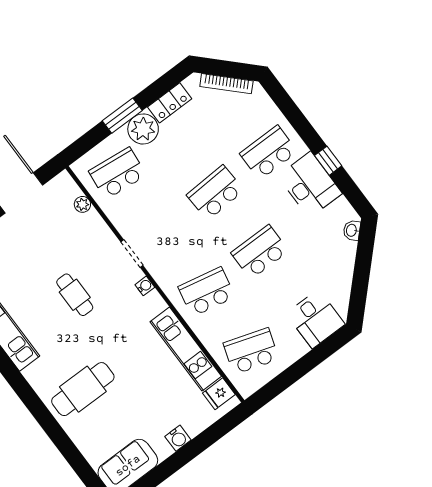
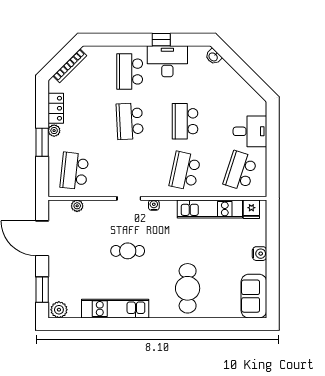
plant: (143, 129) -> (54, 131), width x0.53, depth x0.53
desk: (315, 319) -> (250, 131), moved

